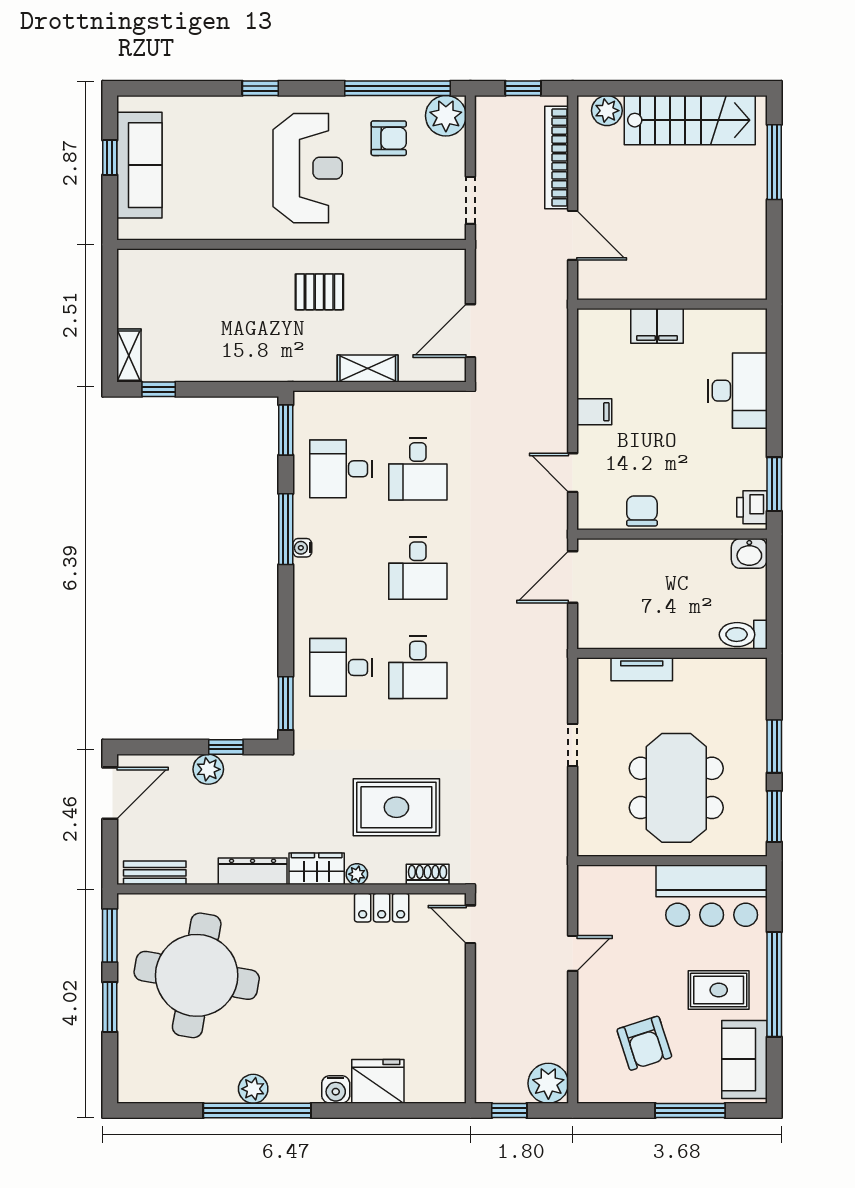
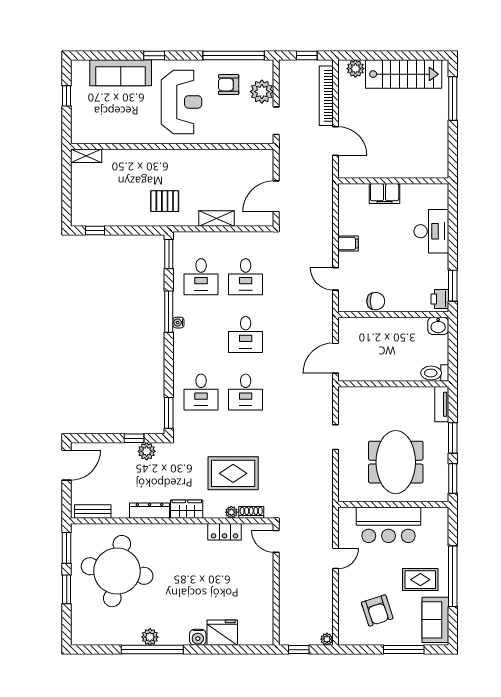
plant: (446, 116) -> (262, 92), moved
armchair: (389, 138) -> (229, 85), turned 180
sofa: (139, 165) -> (121, 73), moved, turned 90
pallet: (319, 292) -> (165, 201), moved
shelving: (129, 356) -> (86, 156), moved, turned 90
desk: (341, 469) -> (201, 277), turned -90
chair: (642, 511) -> (376, 301), turned 90
door: (573, 577) -> (335, 358), moved
desk: (341, 667) -> (201, 392), turned -90
tv unit: (642, 669) -> (442, 404), moved, turned 90
plant: (208, 769) -> (147, 451), moved
plant: (357, 874) -> (231, 512), moved
bar counter: (712, 896) -> (388, 525), moved
plant: (548, 1083) -> (327, 639), width x0.53, depth x0.53

